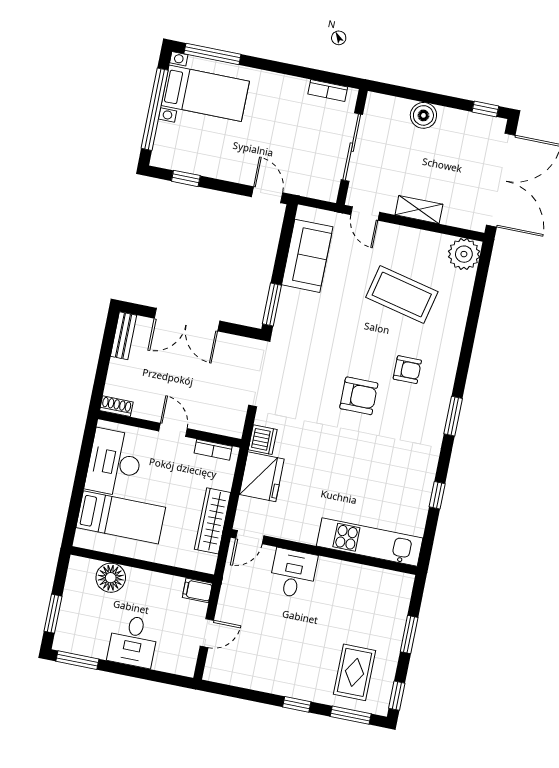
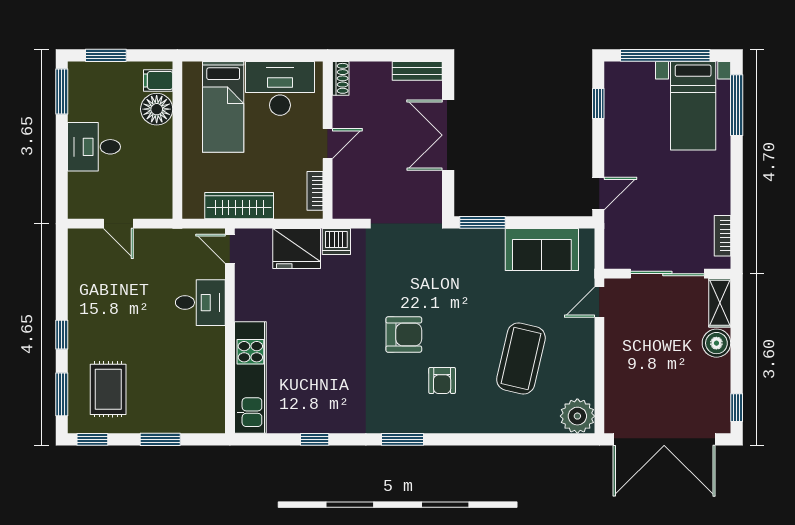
shelving: (419, 210) -> (720, 303), moved
armchair: (359, 396) -> (404, 335), turned -90
filing cabinet: (197, 590) -> (158, 80), moved, turned -90
rug: (354, 672) -> (108, 389), turned 90

